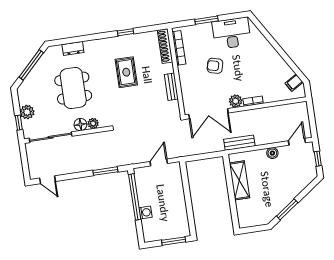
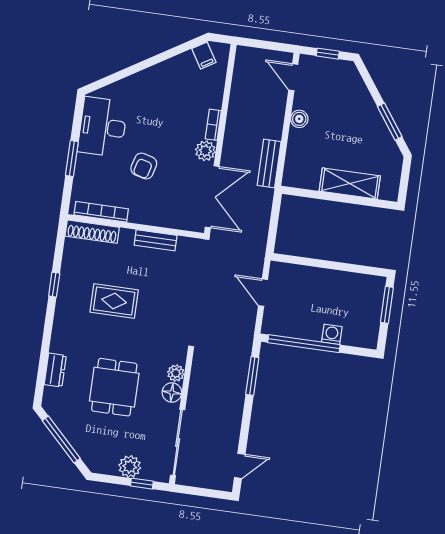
dining table: (73, 88) -> (114, 387), width x0.73
shelving: (239, 180) -> (350, 184), moved

